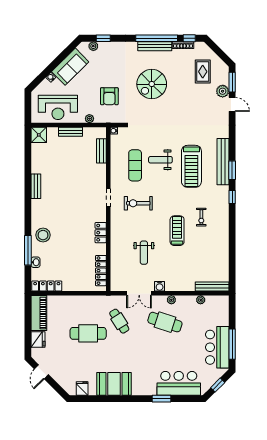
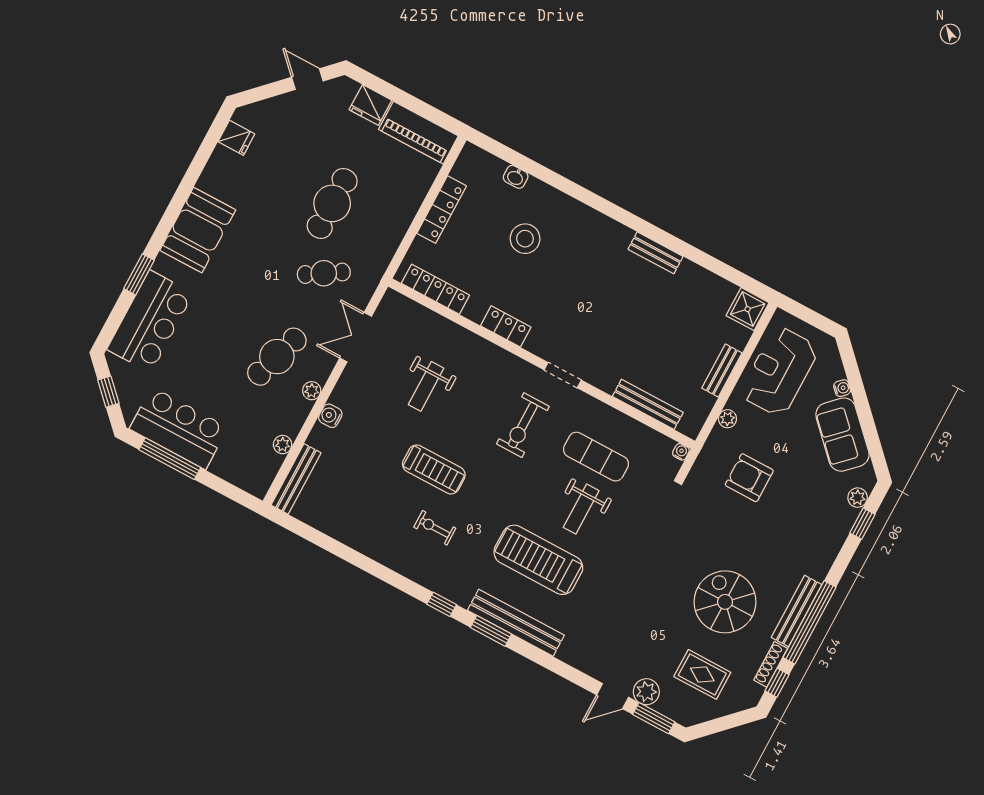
spiral stairs: (152, 84) -> (725, 602), moved
bench: (101, 151) -> (648, 404), width x1.36
weight bench: (160, 160) -> (581, 509), turned 180
exercise bike: (138, 203) -> (523, 425), turned 180
stool: (43, 235) -> (525, 239), moved
window: (28, 250) -> (545, 175), removed
weight bench: (144, 253) -> (426, 386), turned -90
locker: (47, 286) -> (442, 210), moved
water cooler: (160, 286) -> (330, 416), moved
booth: (114, 384) -> (198, 230), moved

